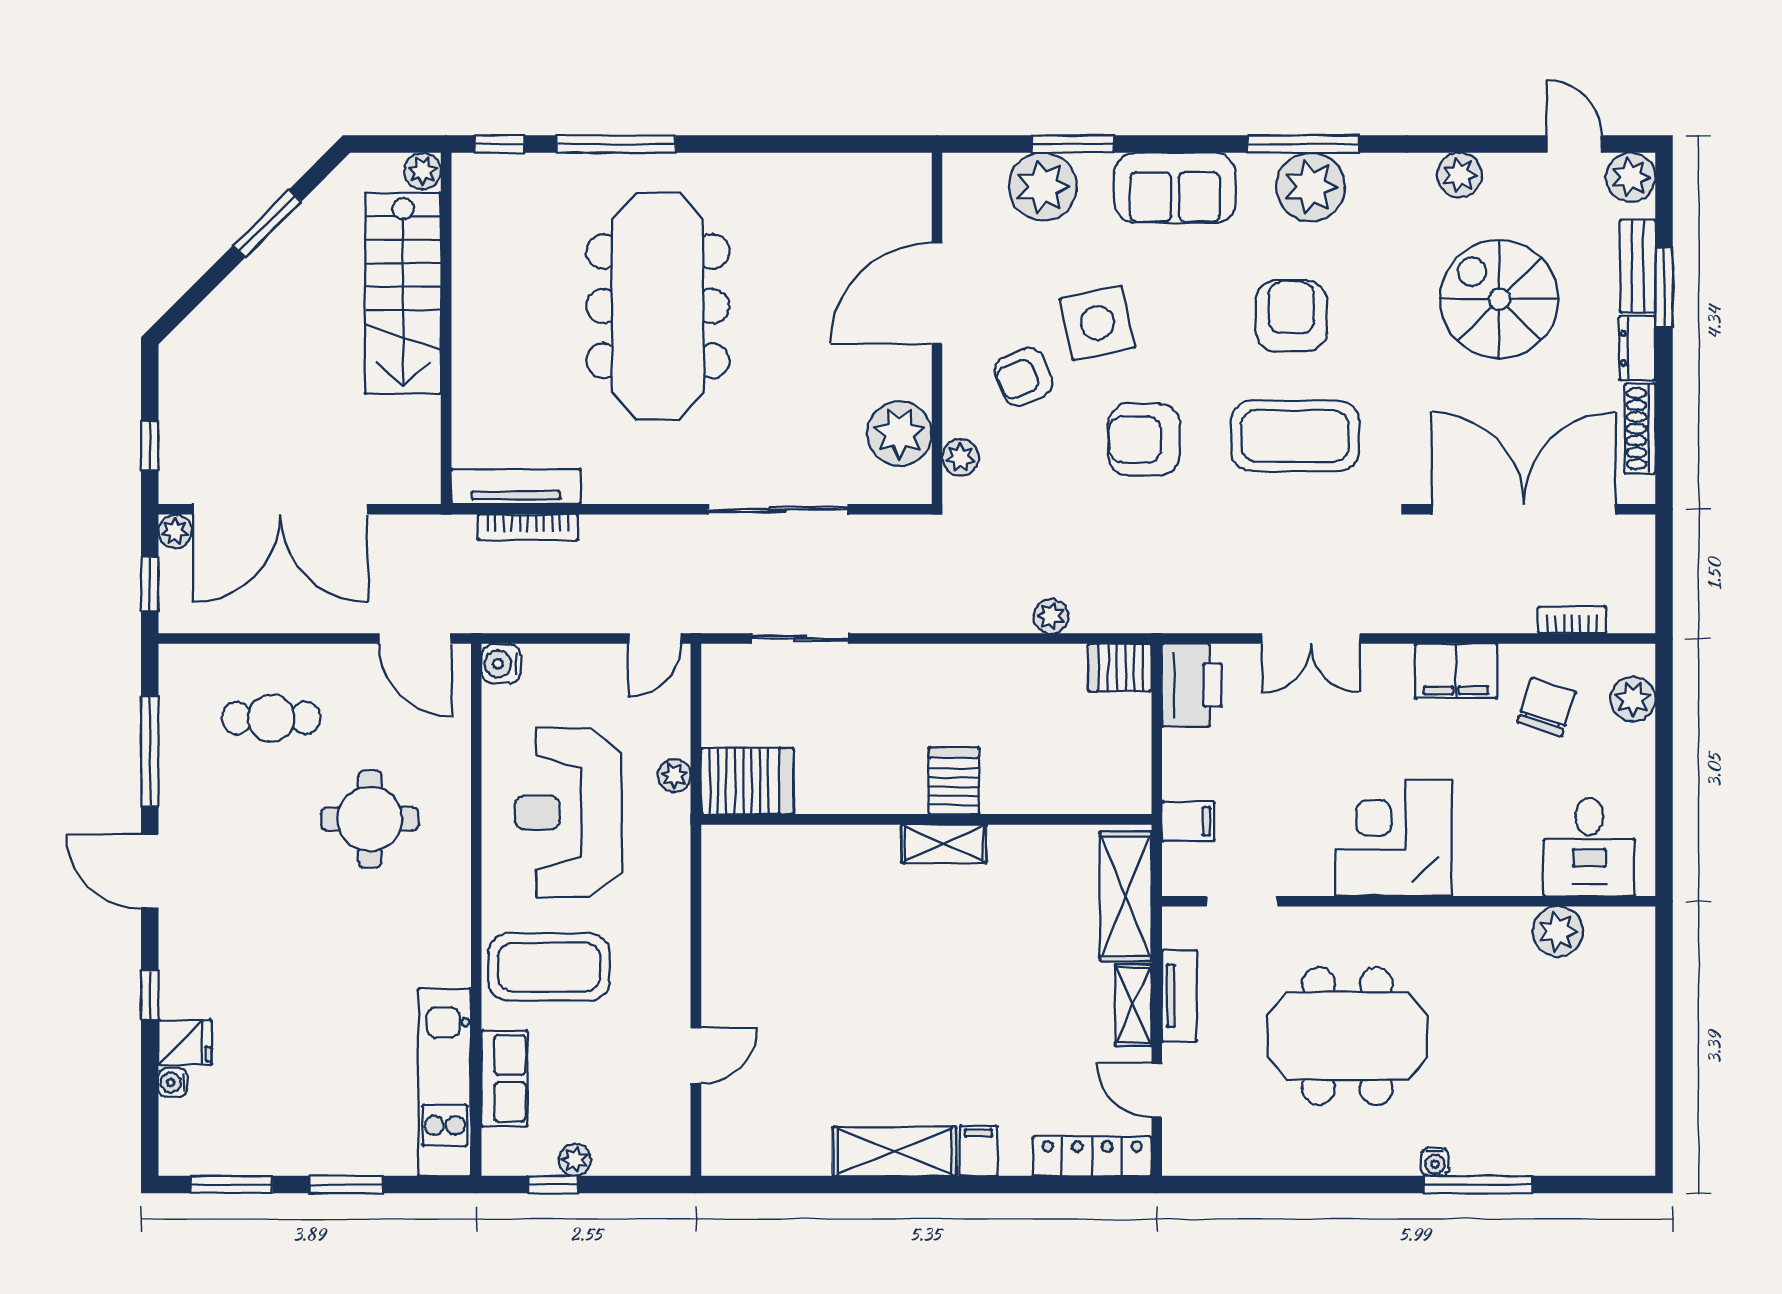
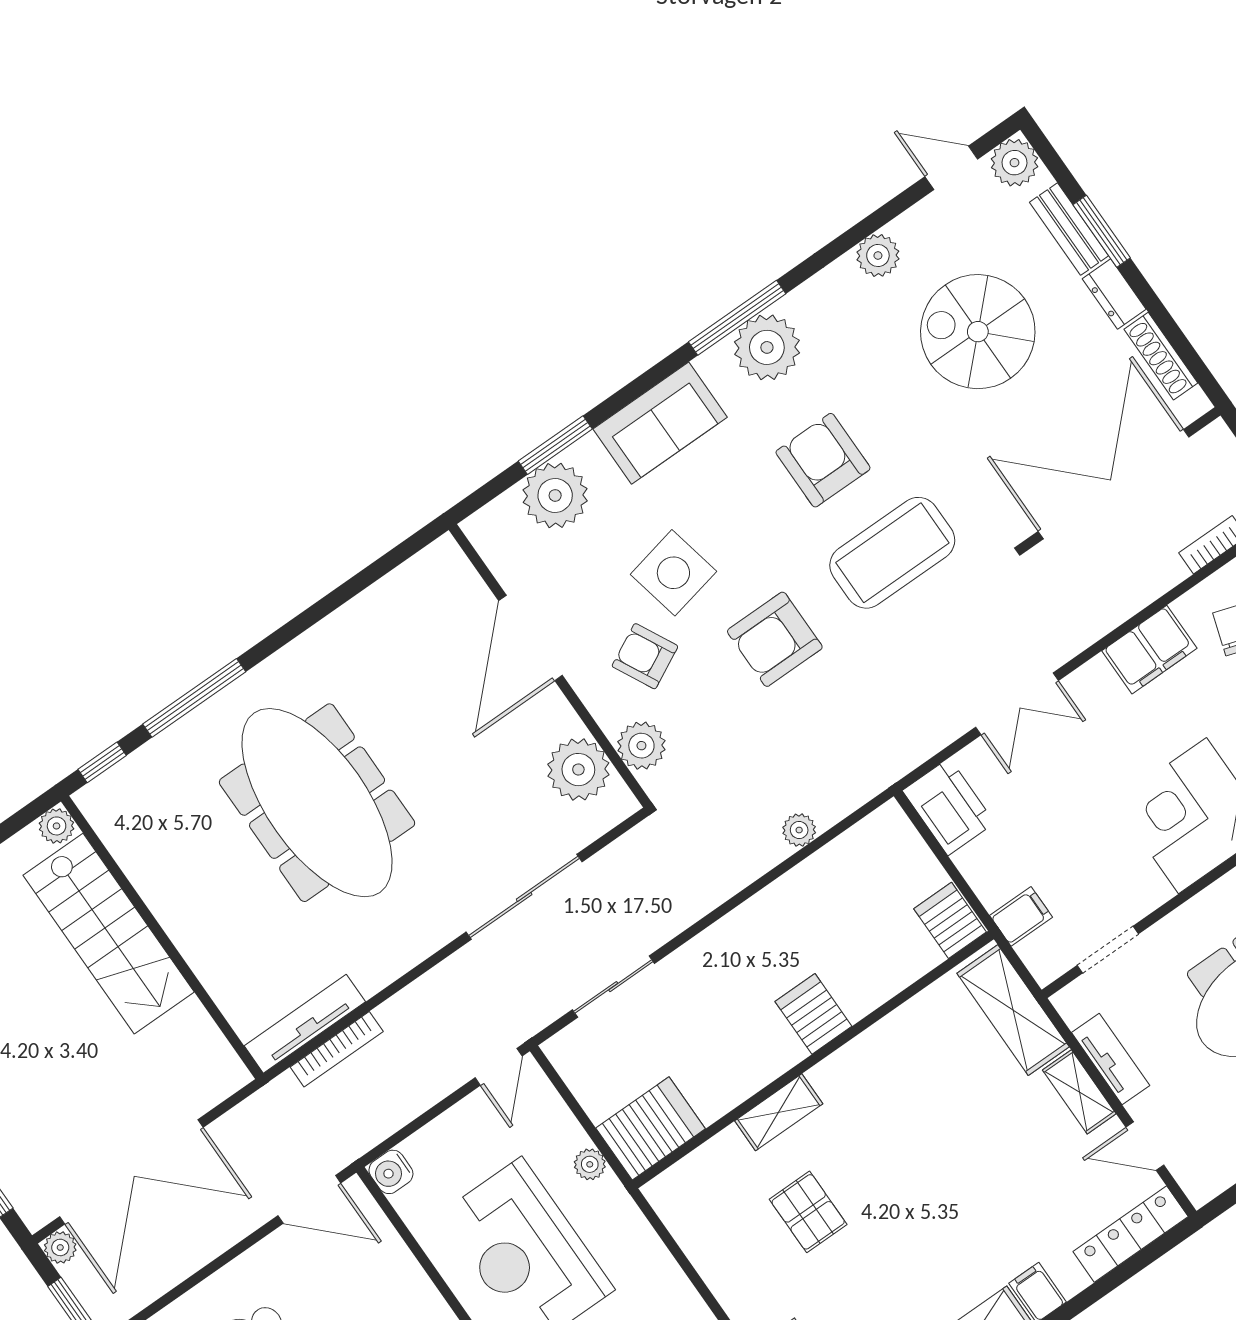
armchair: (1023, 377) -> (645, 656), turned 86
plant: (960, 457) -> (641, 746), width x1.38, depth x1.38
server rack: (1120, 668) -> (950, 920), moved, turned 90
shelving: (944, 844) -> (779, 1112), moved
pallet: (832, 946) -> (808, 1212), added

